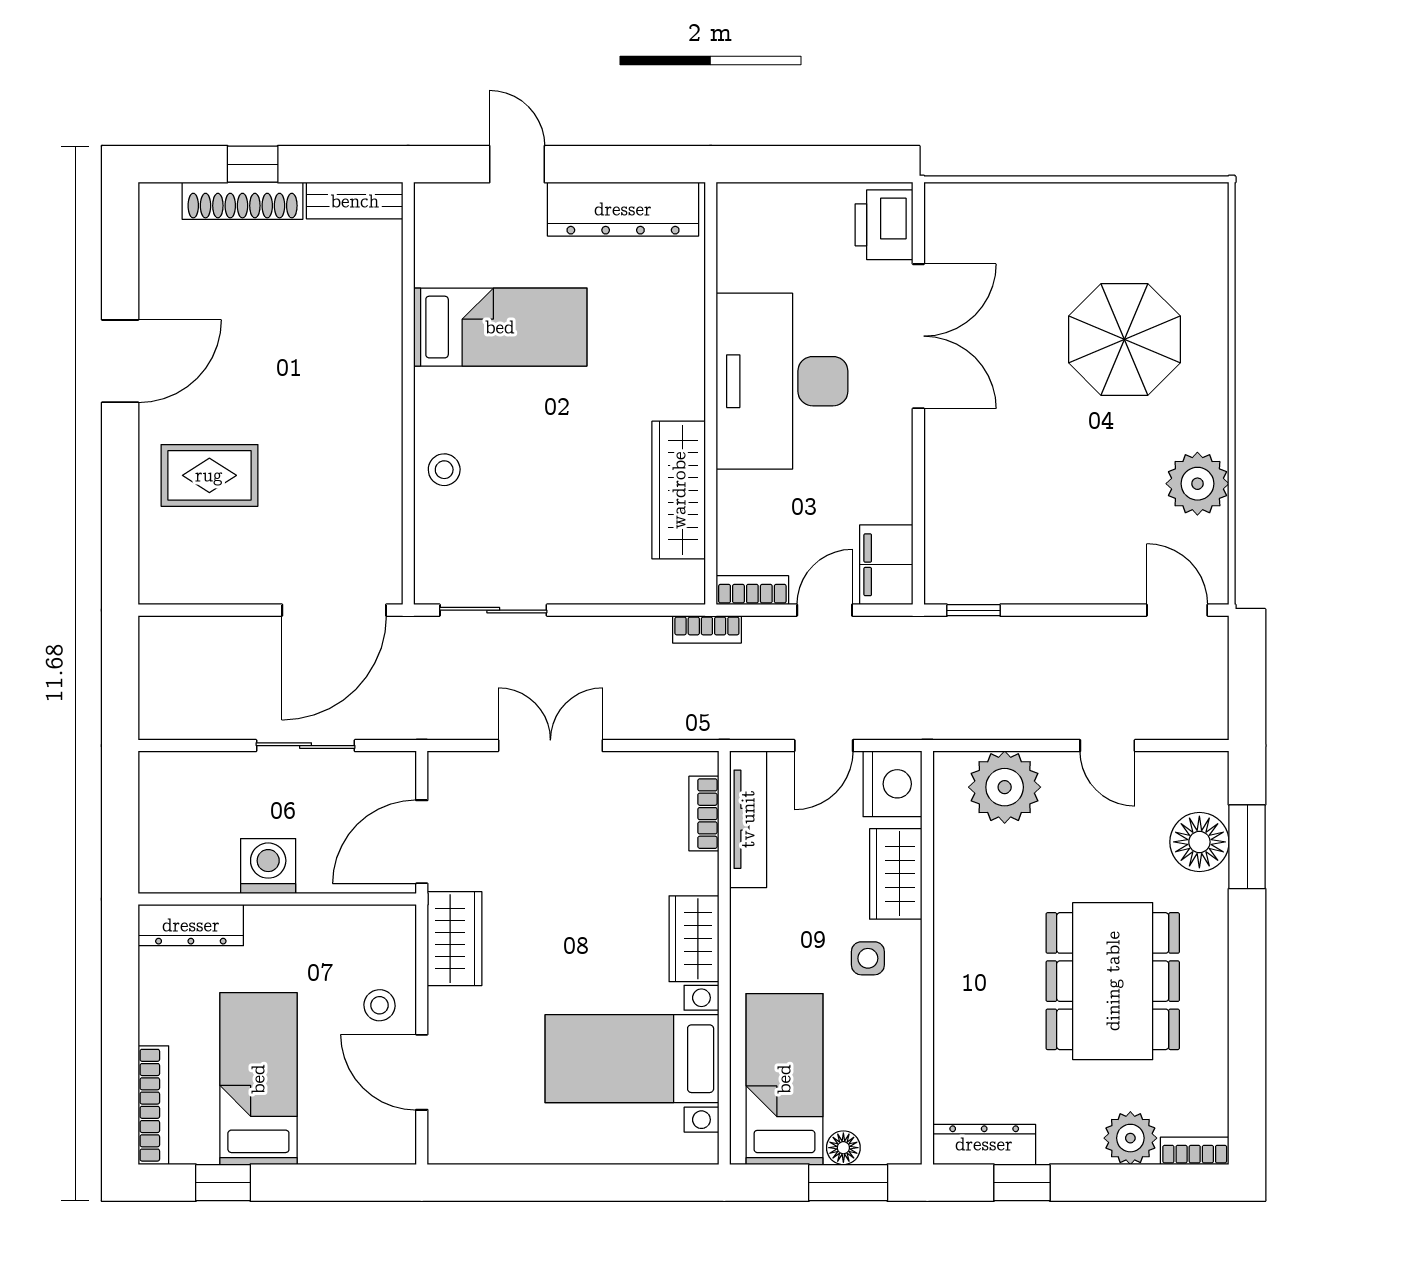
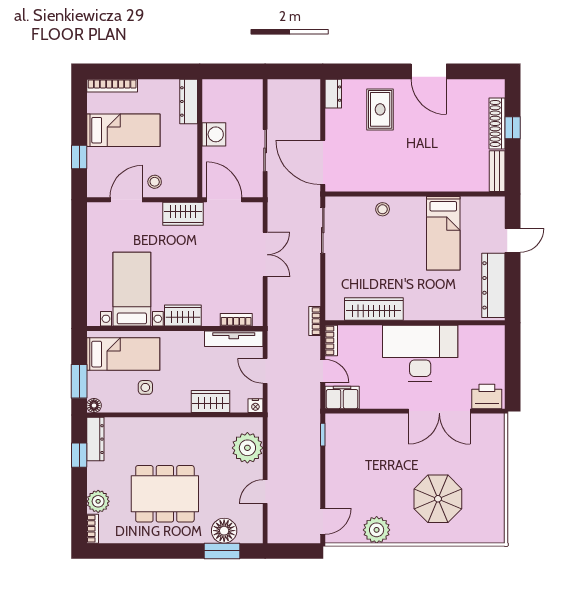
dresser: (172, 586) -> (333, 94), added
nightstand: (893, 784) -> (255, 406), width x0.53, depth x0.56
side table: (868, 958) -> (145, 387), moved
floor lamp: (843, 1148) -> (94, 405), moved
window: (223, 1183) -> (79, 157), moved

